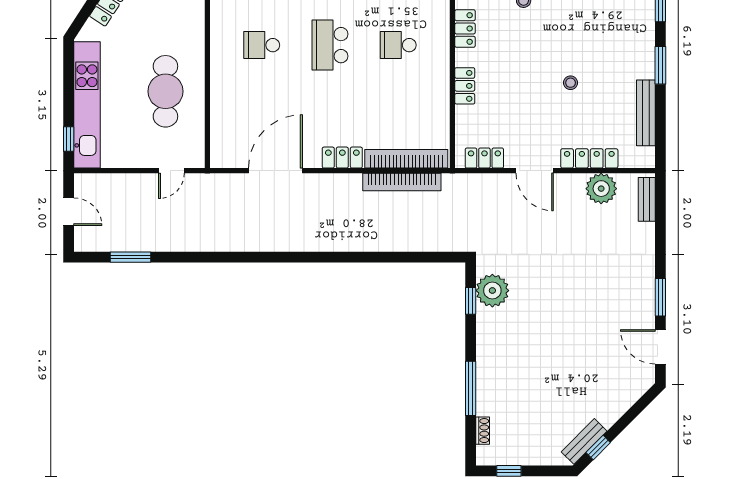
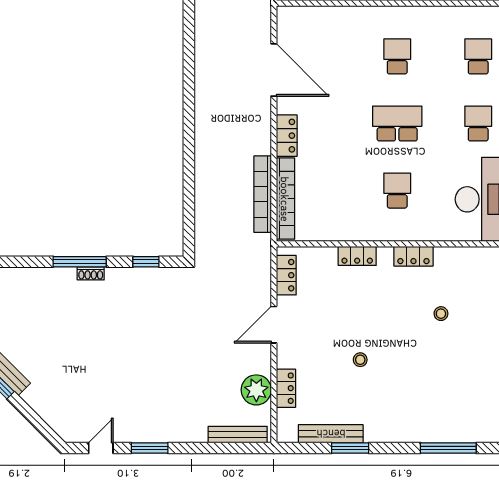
window: (660, 65) -> (350, 448), moved
locker: (589, 158) -> (286, 388), width x0.66
bench: (647, 199) -> (238, 435), width x1.36
plant: (492, 291) -> (156, 283), removed
door: (660, 347) -> (101, 448), width x0.73
window: (471, 388) -> (80, 262), moved
shoe rack: (483, 431) -> (91, 273), moved

